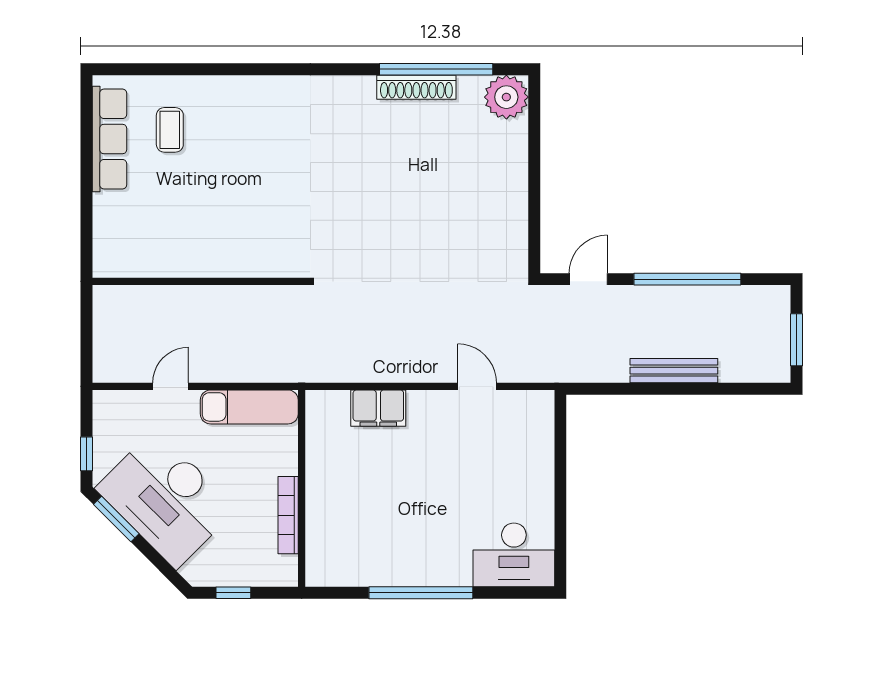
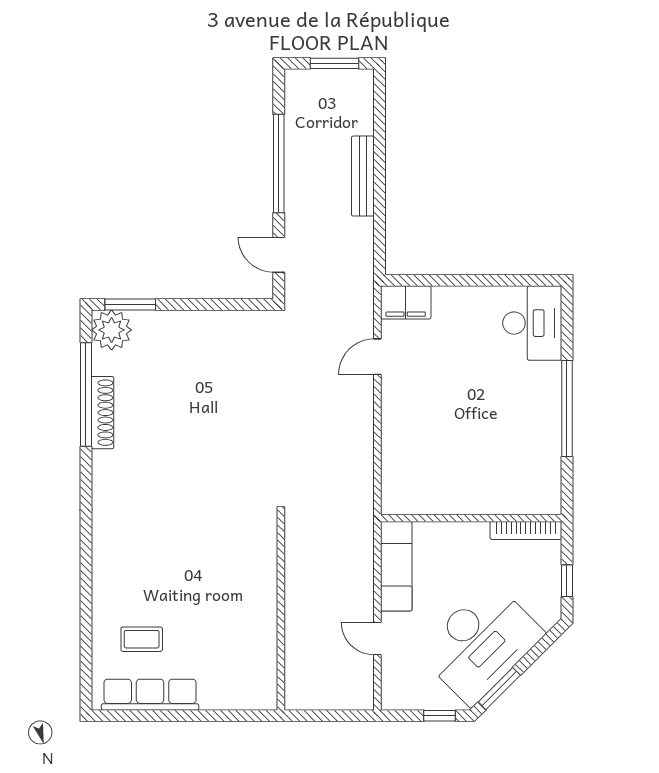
window: (534, 117) -> (130, 304), added
filing cabinet: (378, 408) -> (406, 302), moved, turned 90
bookcase: (288, 515) -> (526, 530), moved

